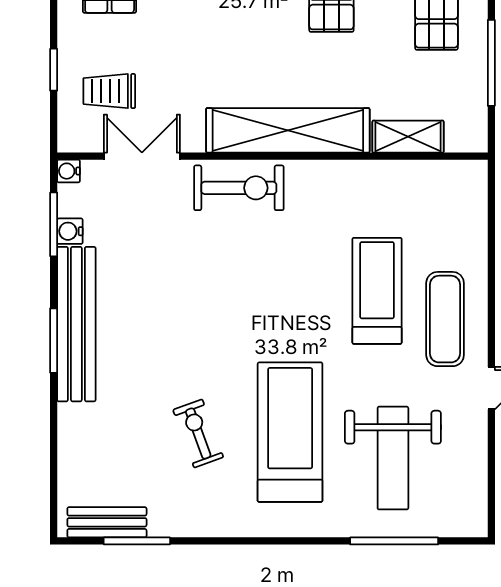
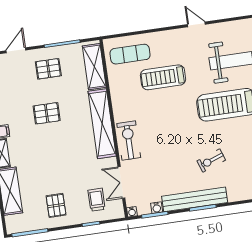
trolley: (109, 91) -> (96, 200), turned 180
shelving: (408, 137) -> (94, 67), width x1.50, depth x1.33
exercise mat: (445, 319) -> (130, 54), moved
exercise bike: (198, 434) -> (211, 160), moved

